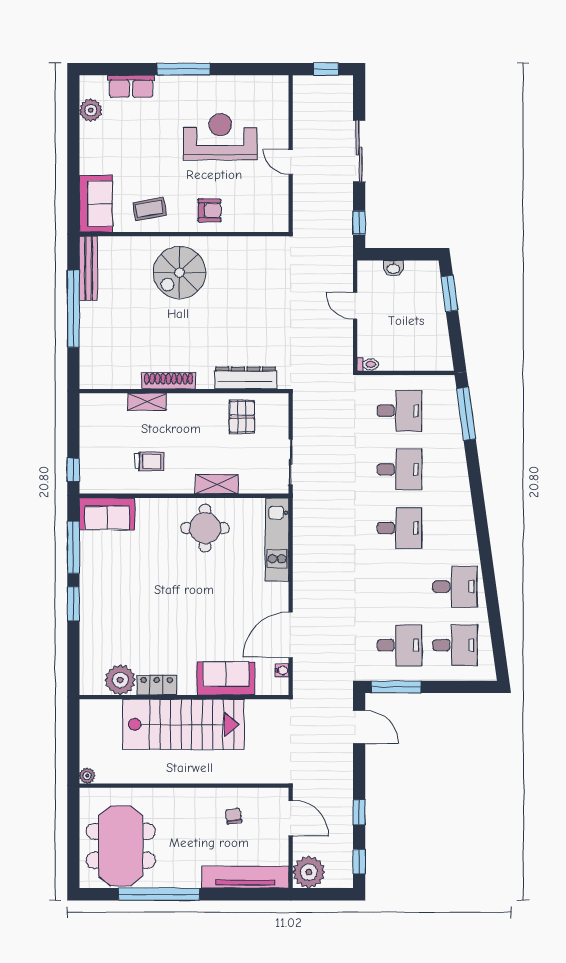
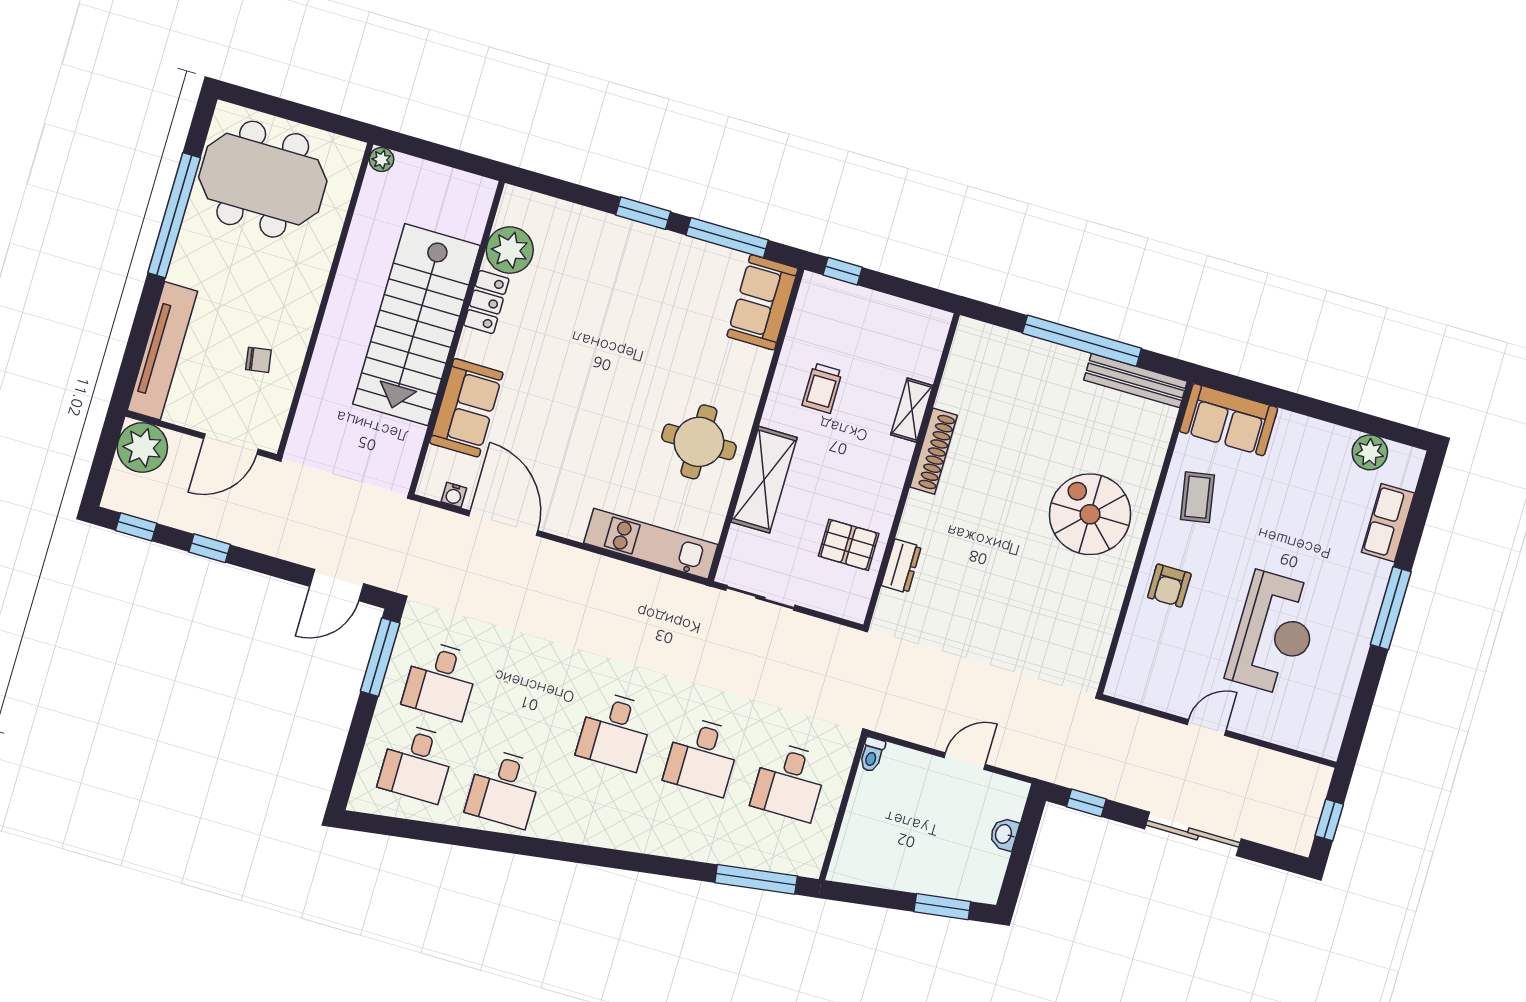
dresser: (246, 378) -> (901, 566), width x0.51, depth x0.80
shelving: (217, 484) -> (764, 480), width x1.50, depth x1.33

